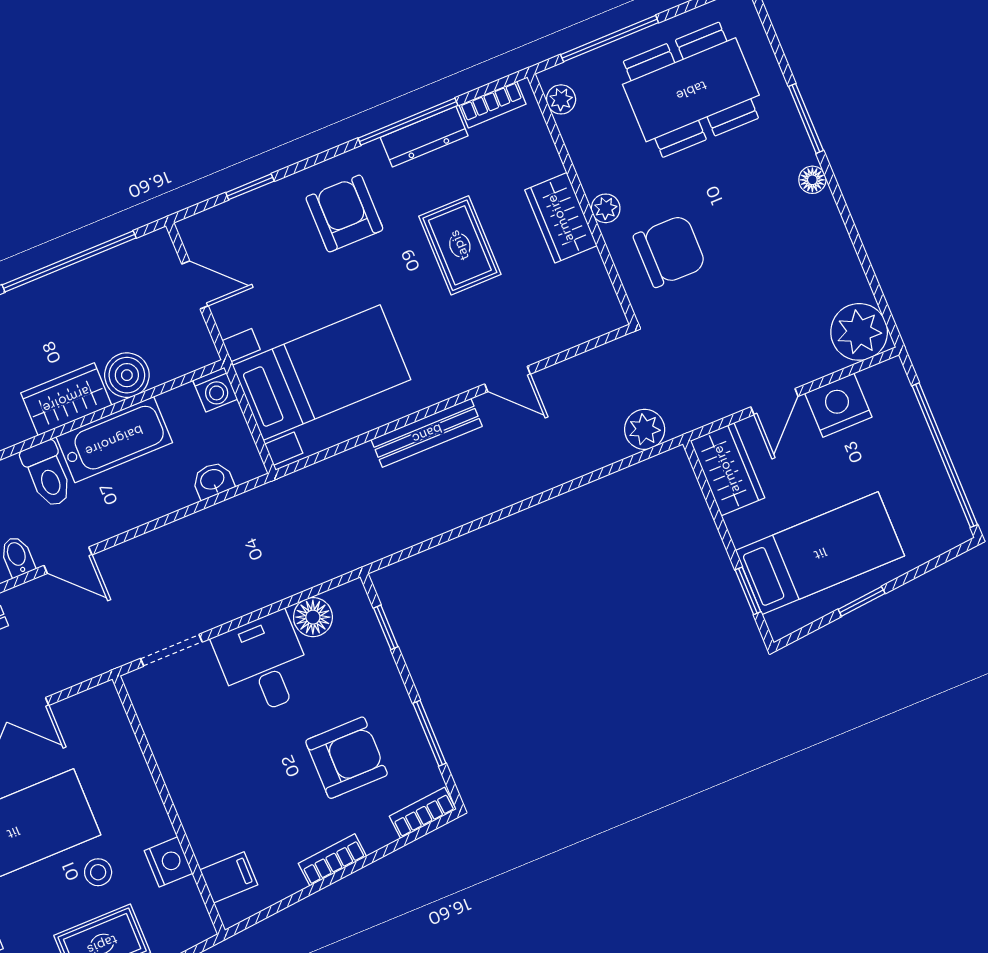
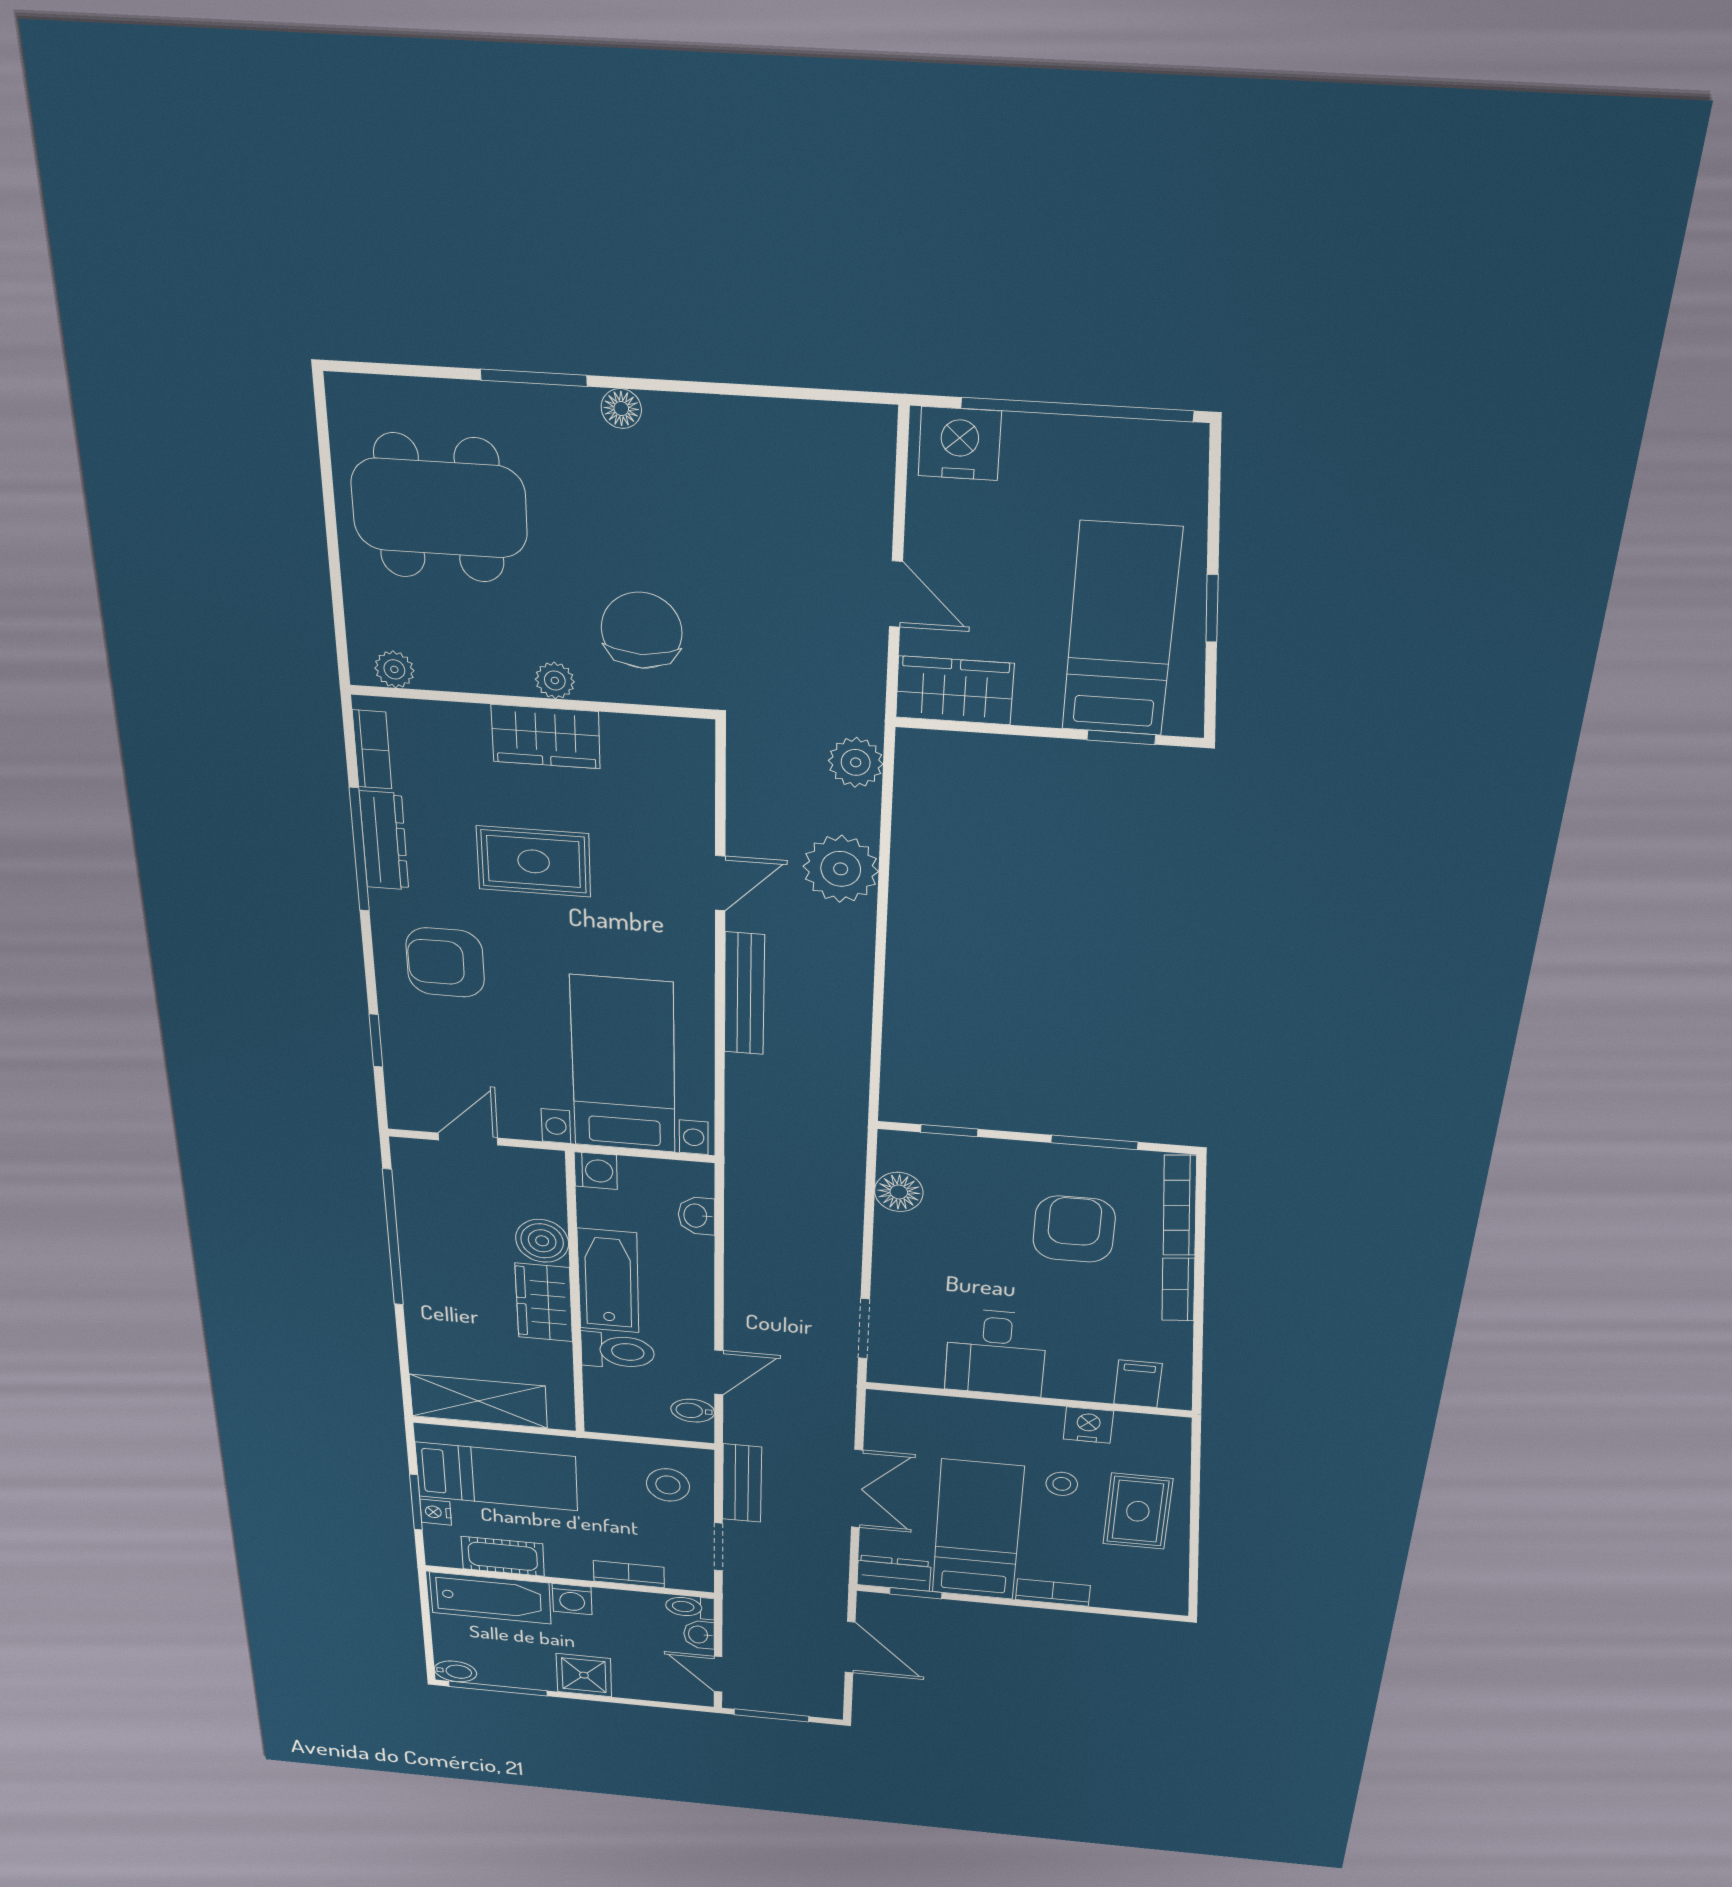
window: (610, 39) -> (335, 577), removed
dining table: (691, 90) -> (439, 508), turned 90
plant: (859, 332) -> (841, 869), moved
nightstand: (838, 405) -> (960, 444), moved, turned 90
desk: (264, 664) -> (996, 1353), moved, turned -90
bookcase: (423, 813) -> (1180, 1206), width x1.56

